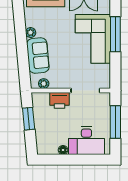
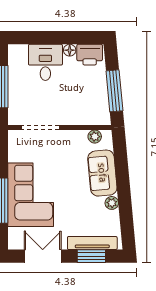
printer: (59, 100) -> (90, 55), moved, turned 180
window: (29, 119) -> (114, 91), width x1.44
desk: (86, 141) -> (45, 62), width x0.73

